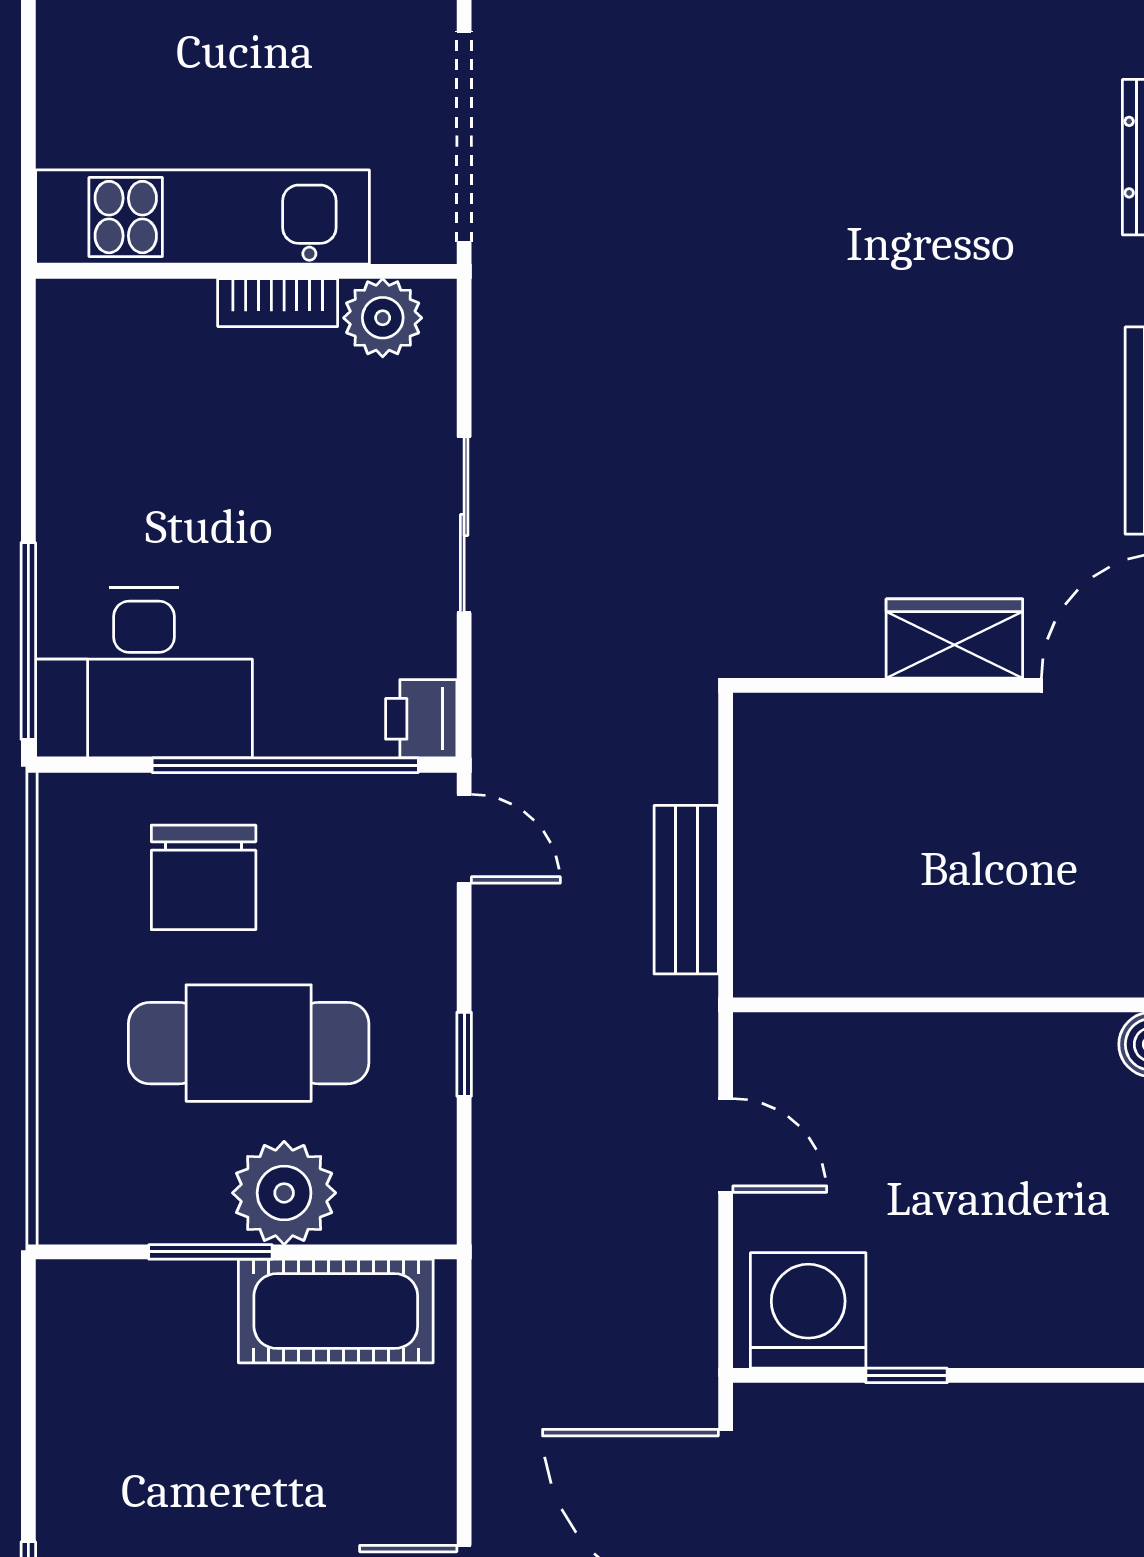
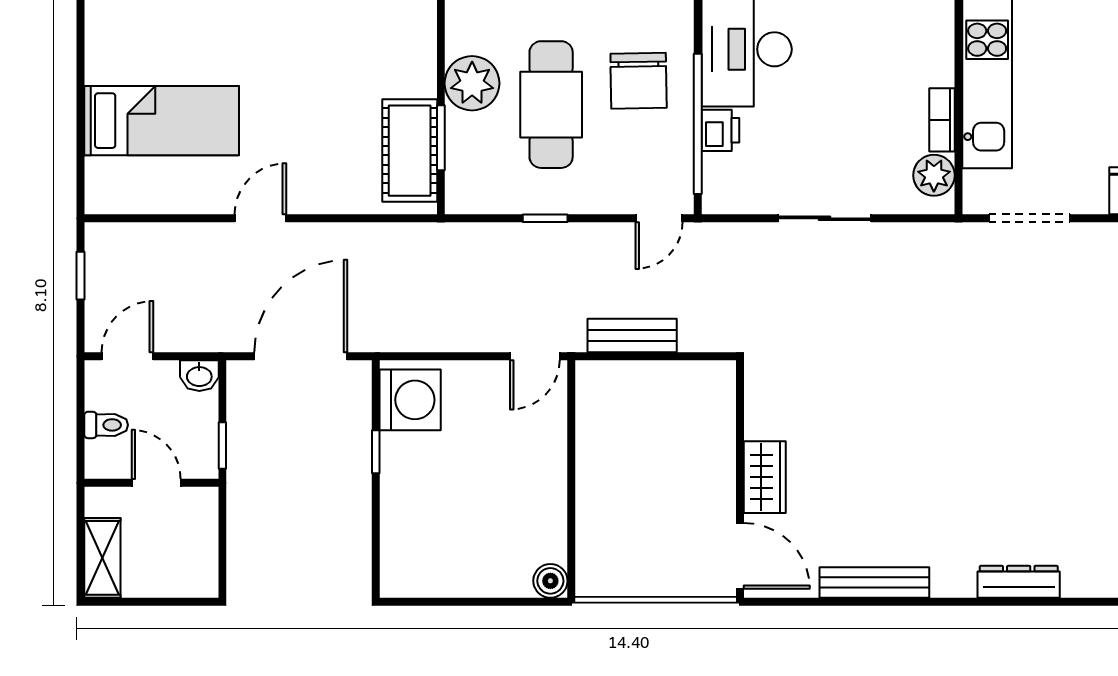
doorway: (464, 137) -> (1029, 218), width x0.73
printer: (421, 719) -> (720, 130), moved, turned 90
chair: (204, 877) -> (639, 81), turned -91
door: (726, 1145) -> (535, 356), moved
plant: (284, 1193) -> (472, 83), moved
window: (210, 1252) -> (441, 138), moved

